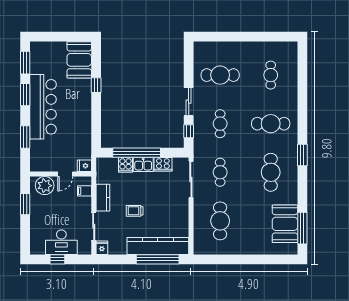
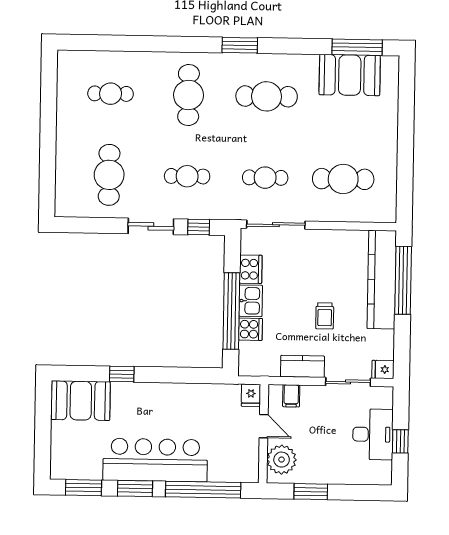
window: (25, 137) -> (203, 490), width x2.11

